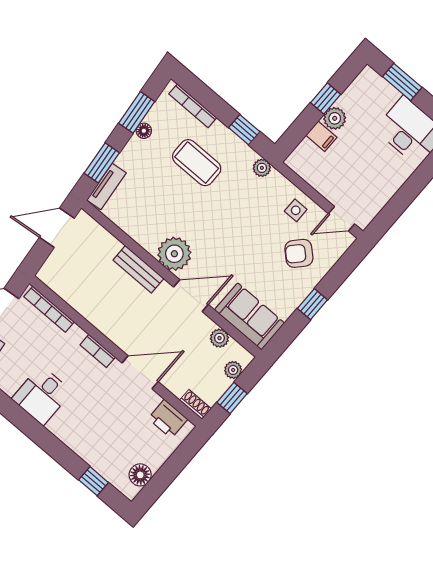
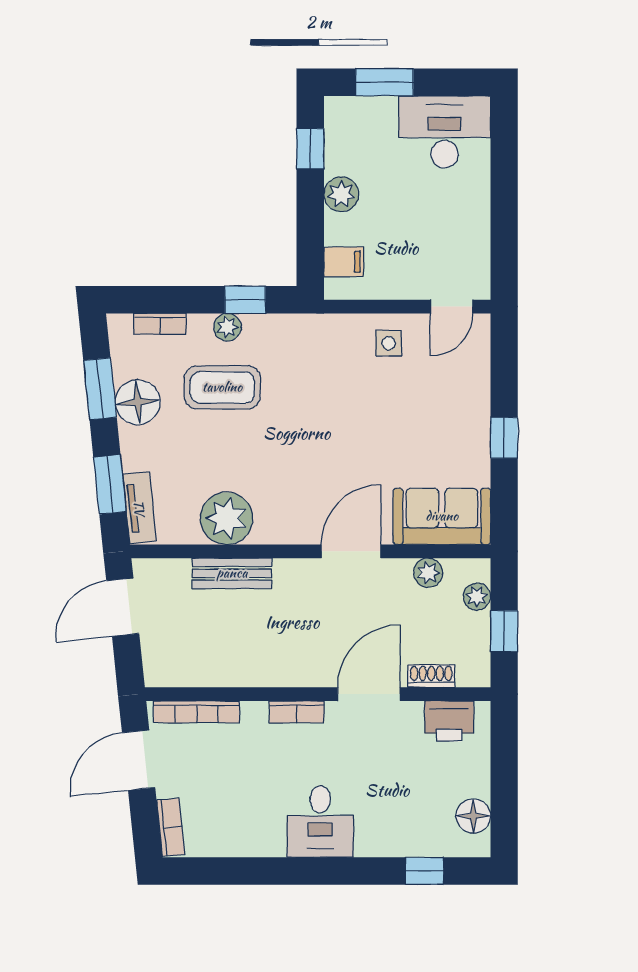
window: (326, 98) -> (310, 149), moved
bookcase: (193, 106) -> (160, 324), width x0.64
floor lamp: (144, 131) -> (138, 402), width x1.89, depth x1.89
filing cabinet: (321, 136) -> (344, 262), moved
plant: (262, 168) -> (227, 327), moved
armchair: (299, 253) -> (436, 391), removed
plant: (174, 254) -> (227, 518), moved
bench: (138, 269) -> (232, 573), moved
desk: (42, 395) -> (320, 821), moved
shoe rack: (195, 404) -> (431, 676), moved

